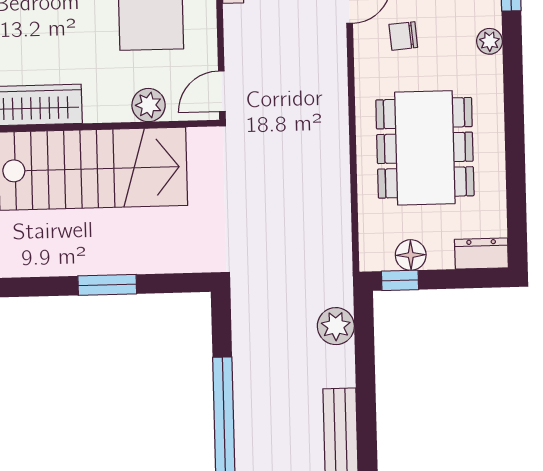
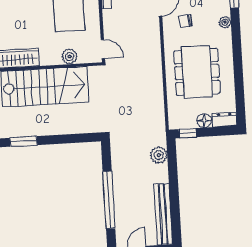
door: (222, 91) -> (103, 49), swing flipped
floor lamp: (411, 255) -> (204, 121), moved
window: (107, 285) -> (23, 141), moved

